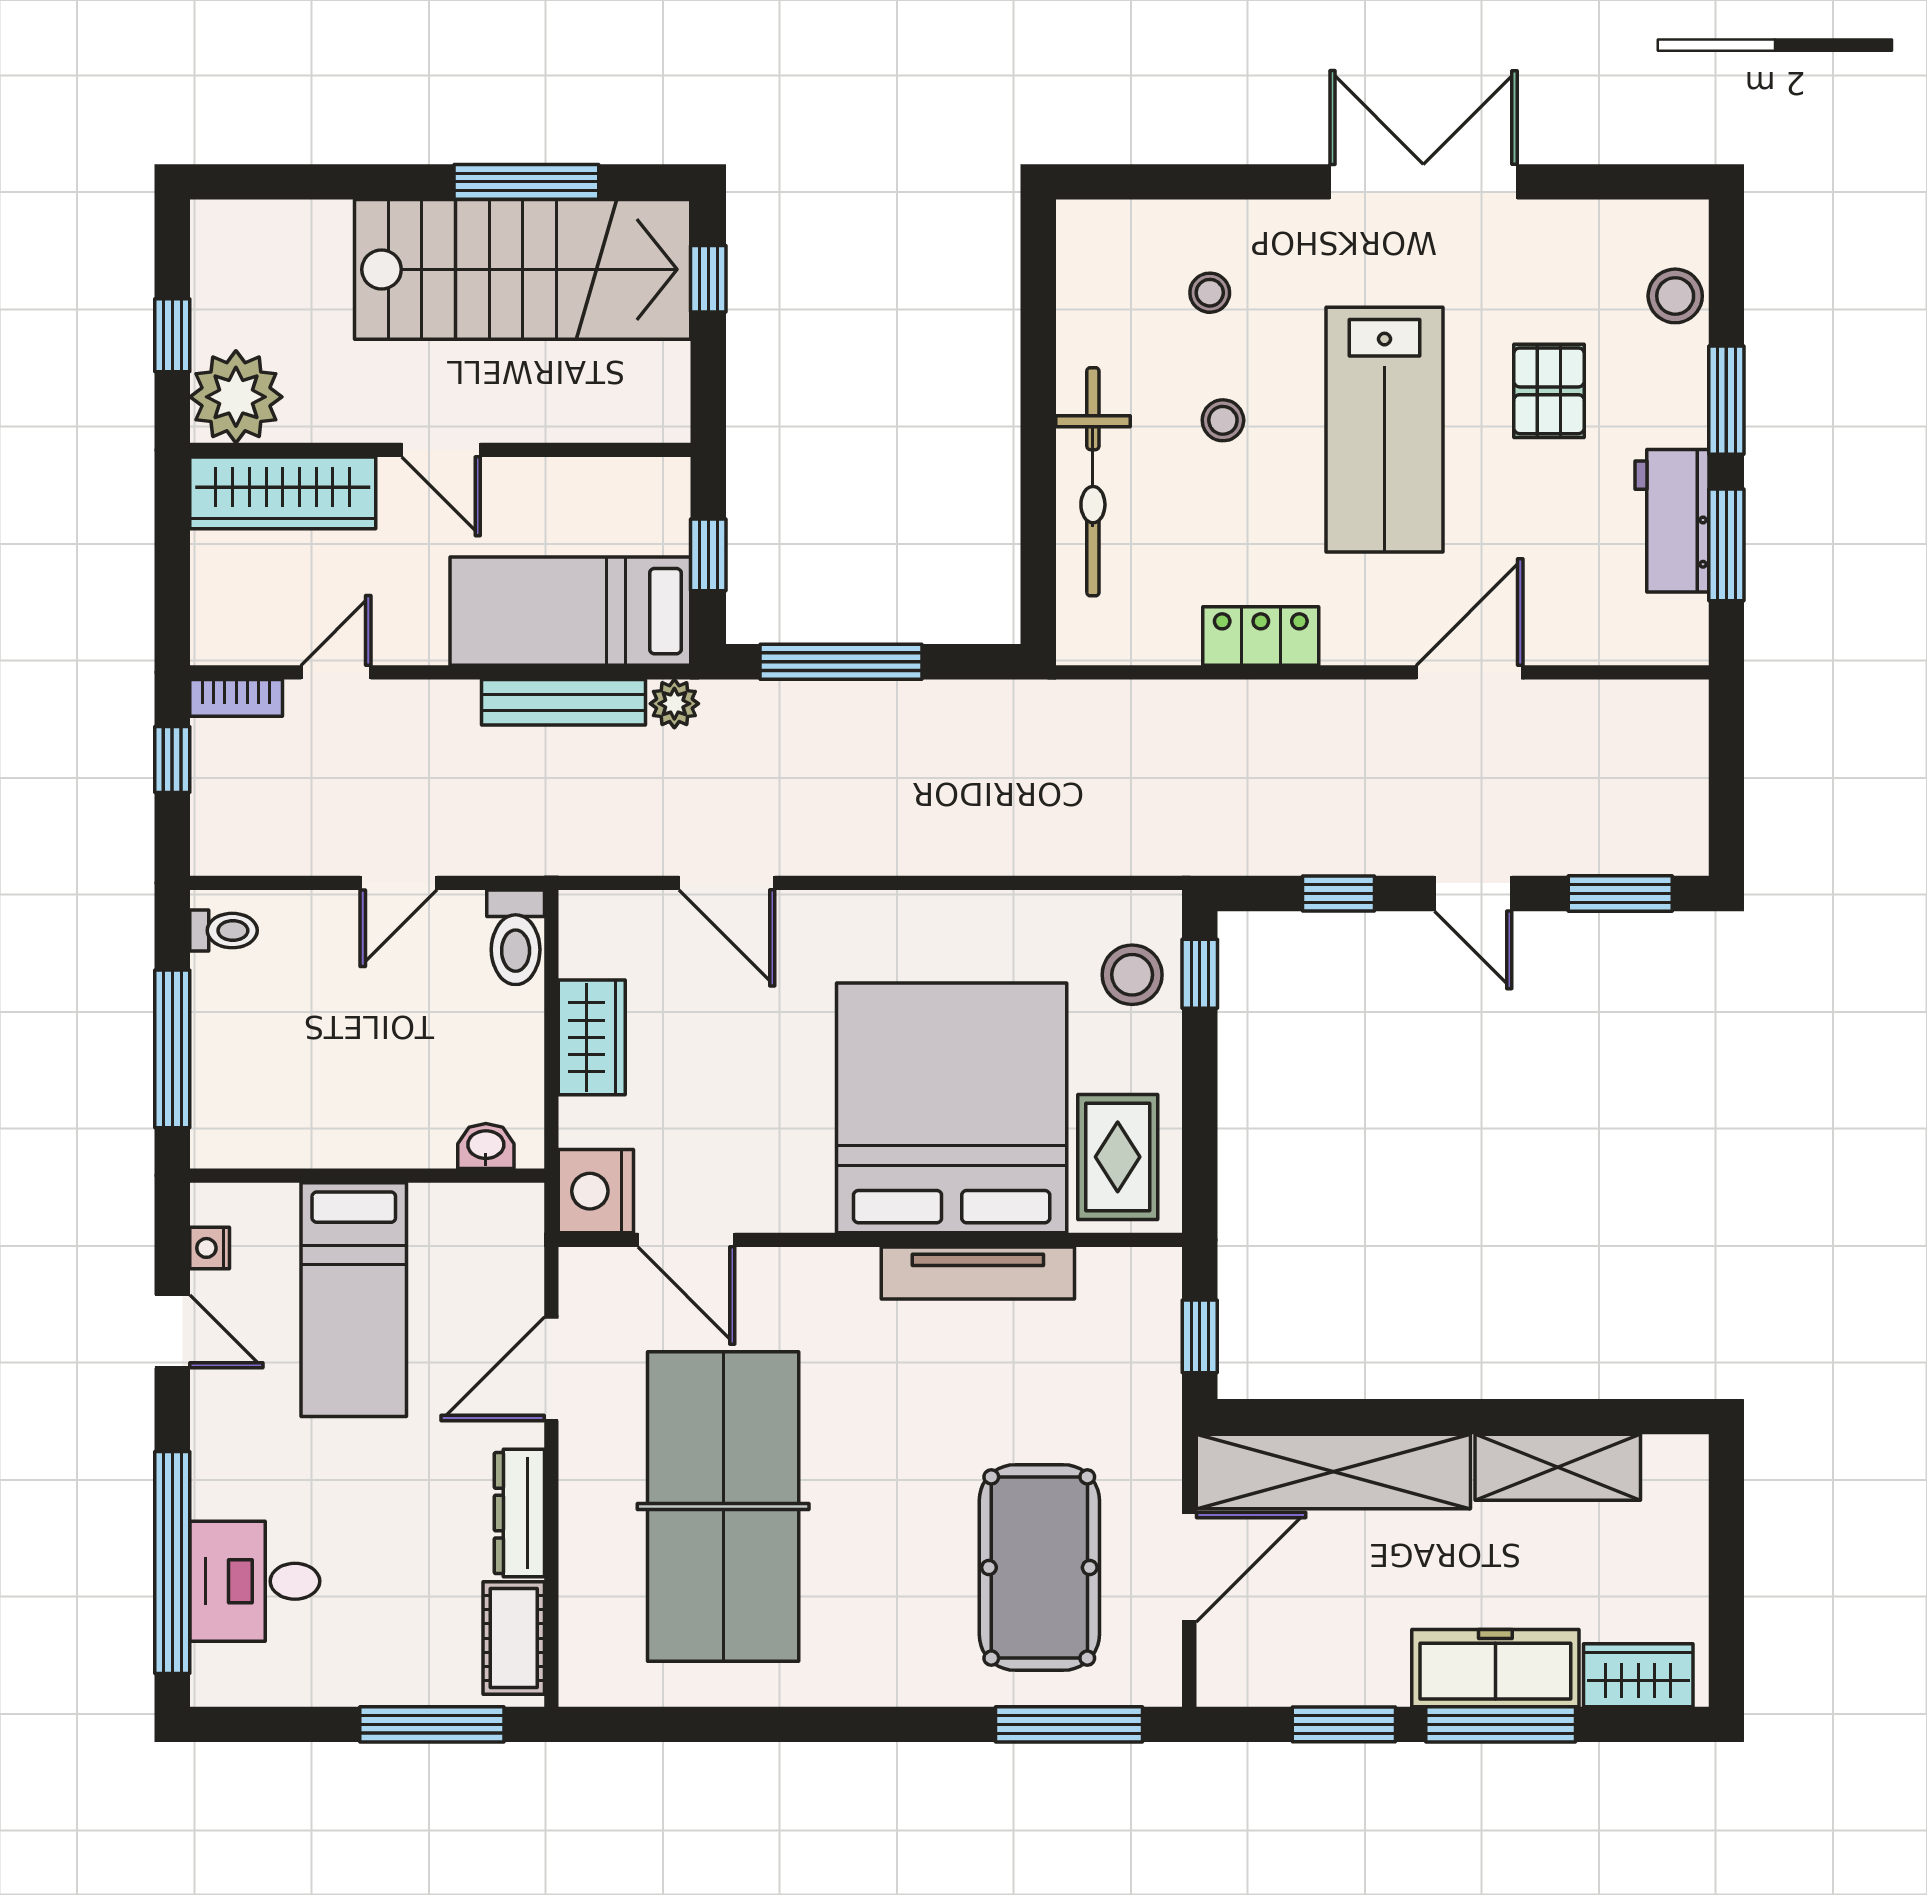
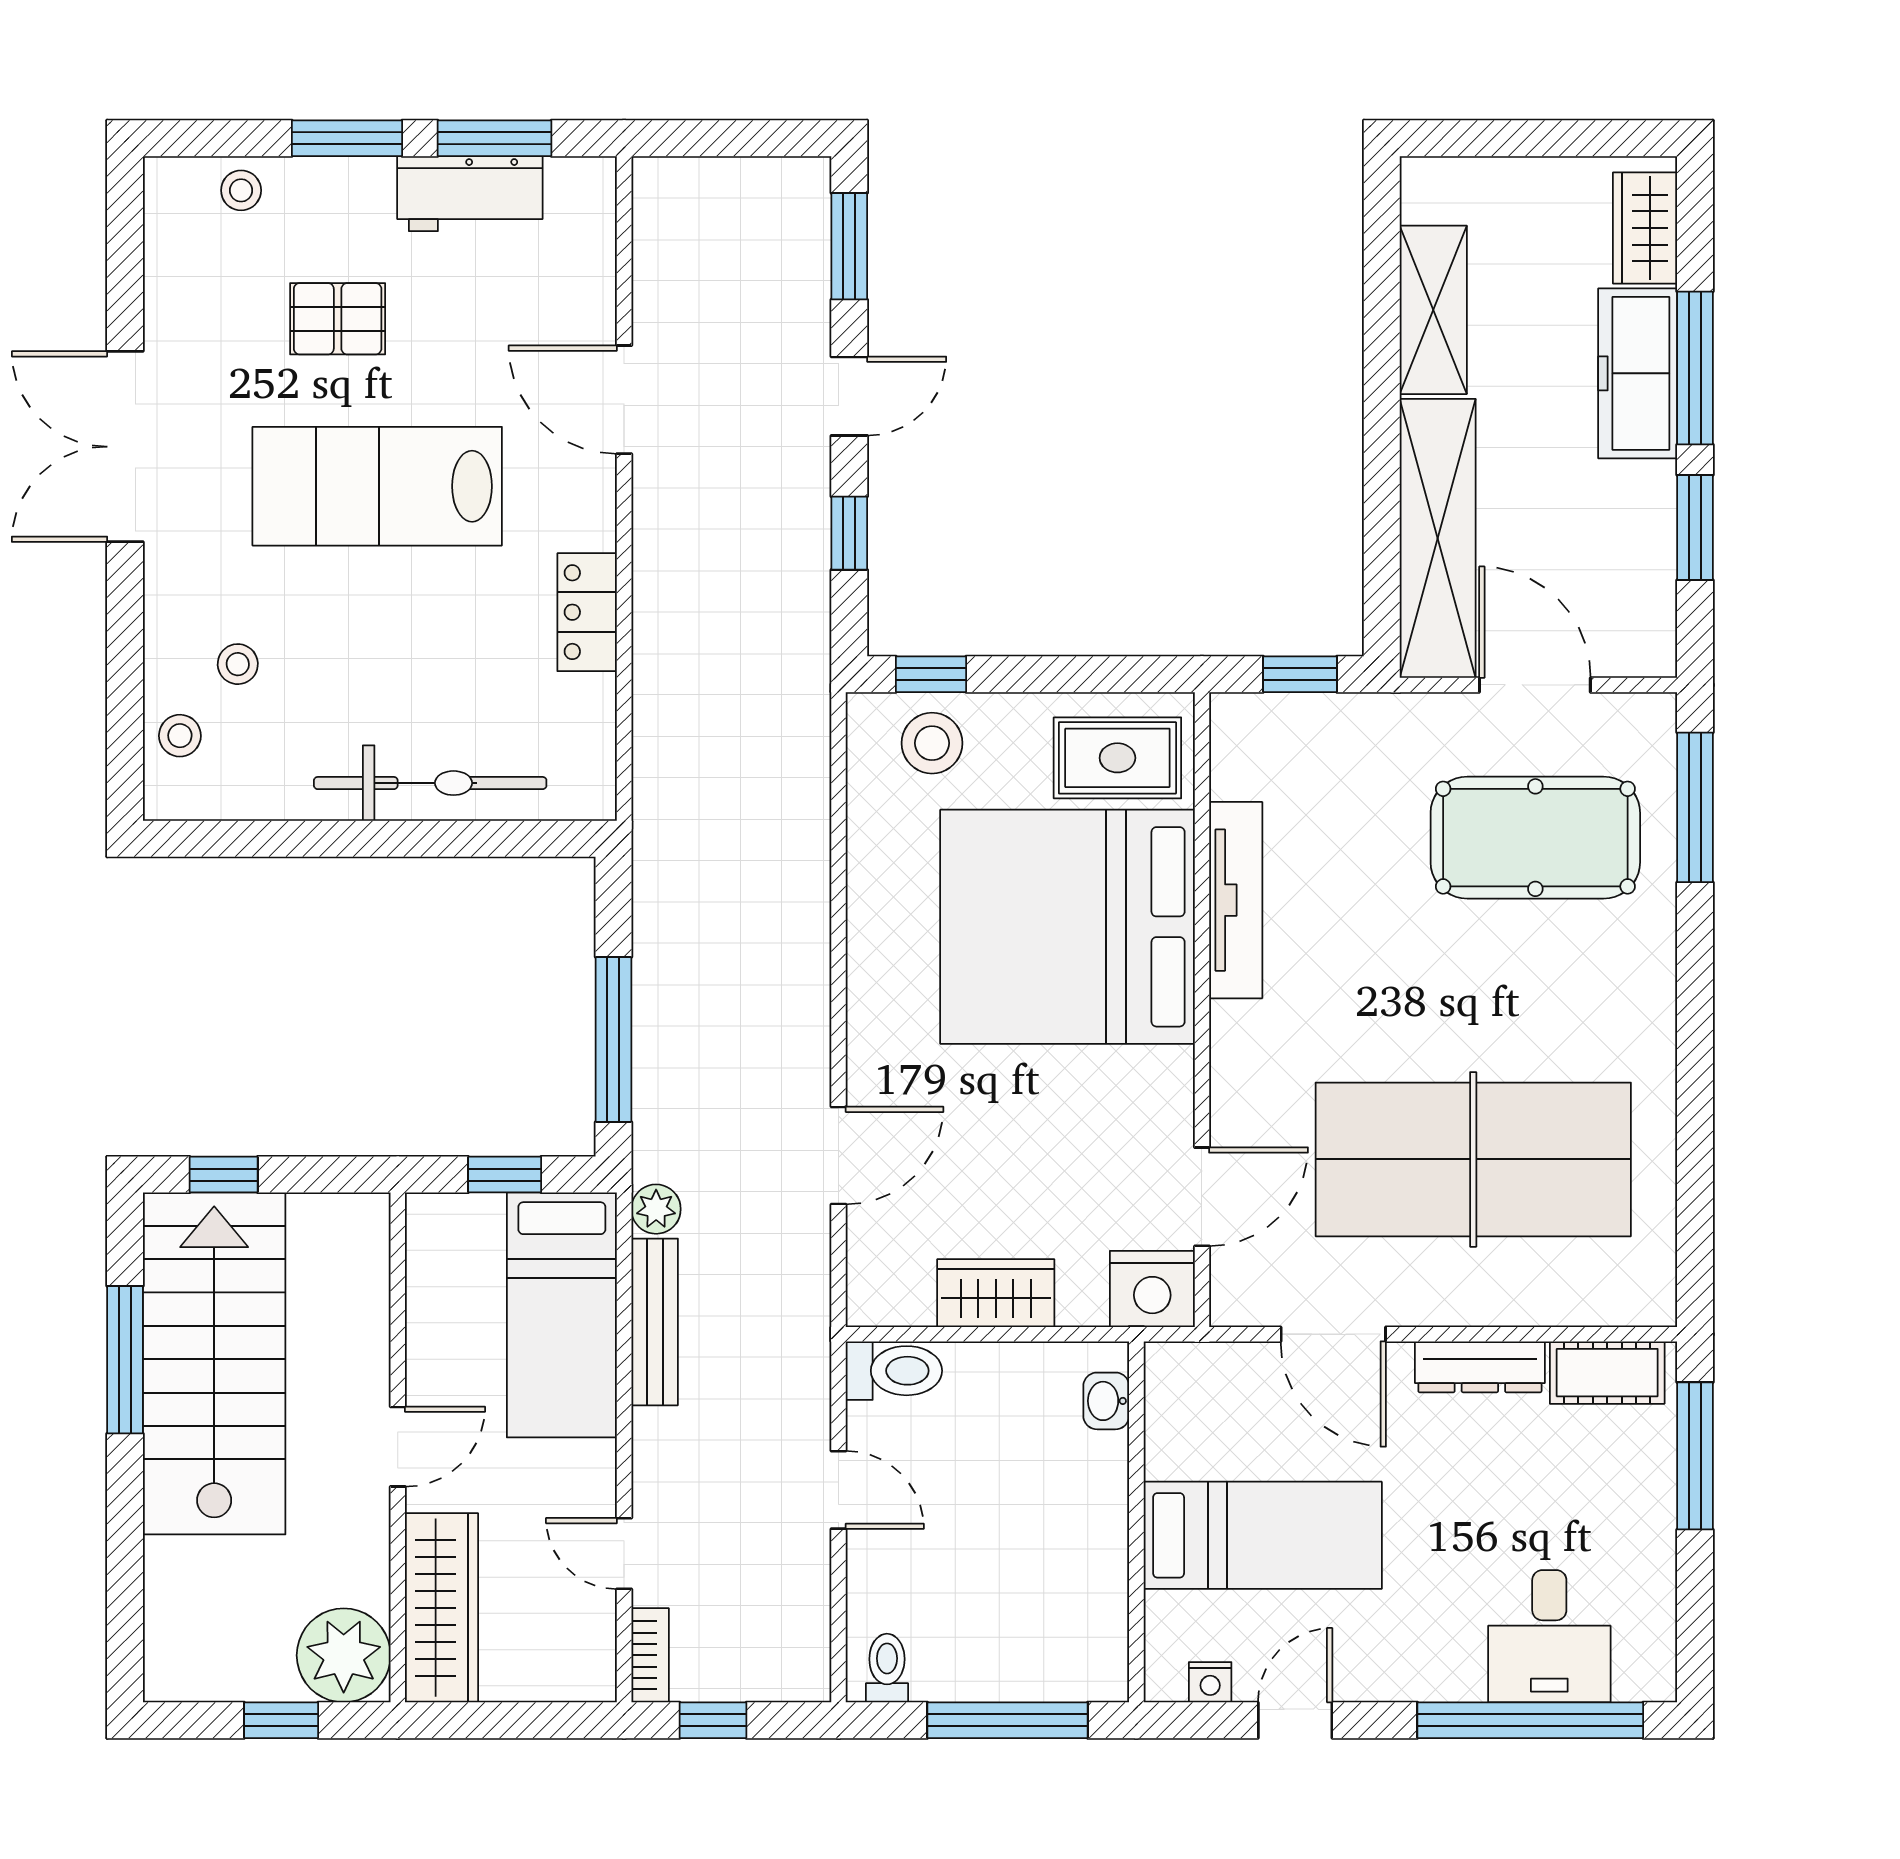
stool: (1675, 296) -> (241, 190), width x0.73, depth x0.73
stool: (1223, 420) -> (180, 736), moved
lab bench: (1384, 430) -> (377, 486), turned 180

